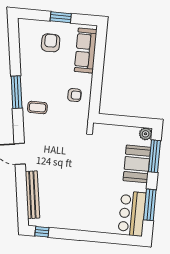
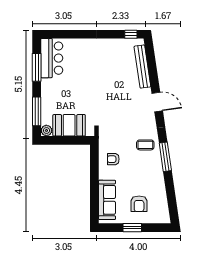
booth: (137, 164) -> (69, 125), moved, turned 90

